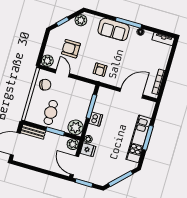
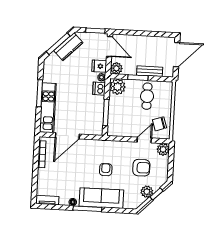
plant: (81, 20) -> (147, 192), moved
sofa: (114, 29) -> (101, 198), width x1.36
armchair: (100, 70) -> (106, 170), moved
door: (62, 73) -> (144, 140), swing flipped
dishwasher: (96, 119) -> (99, 89), moved
bench: (33, 132) -> (150, 71), moved
kitchen unit: (139, 139) -> (48, 108), moved
kitchen counter: (112, 174) -> (68, 47), added

